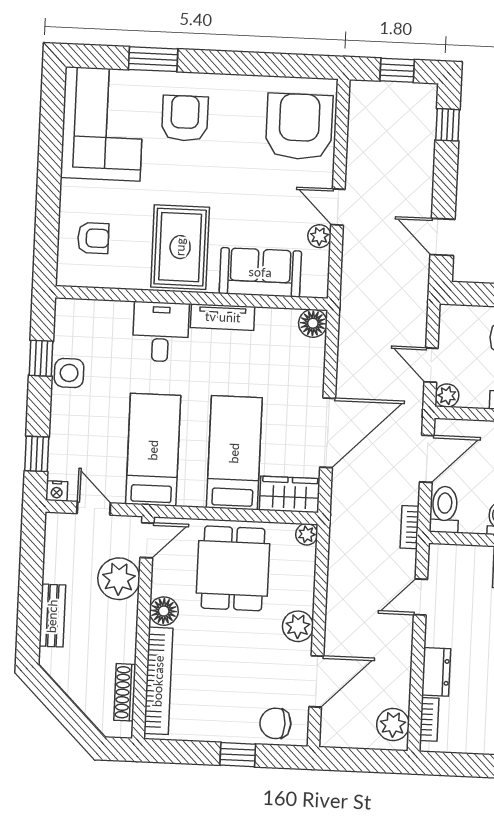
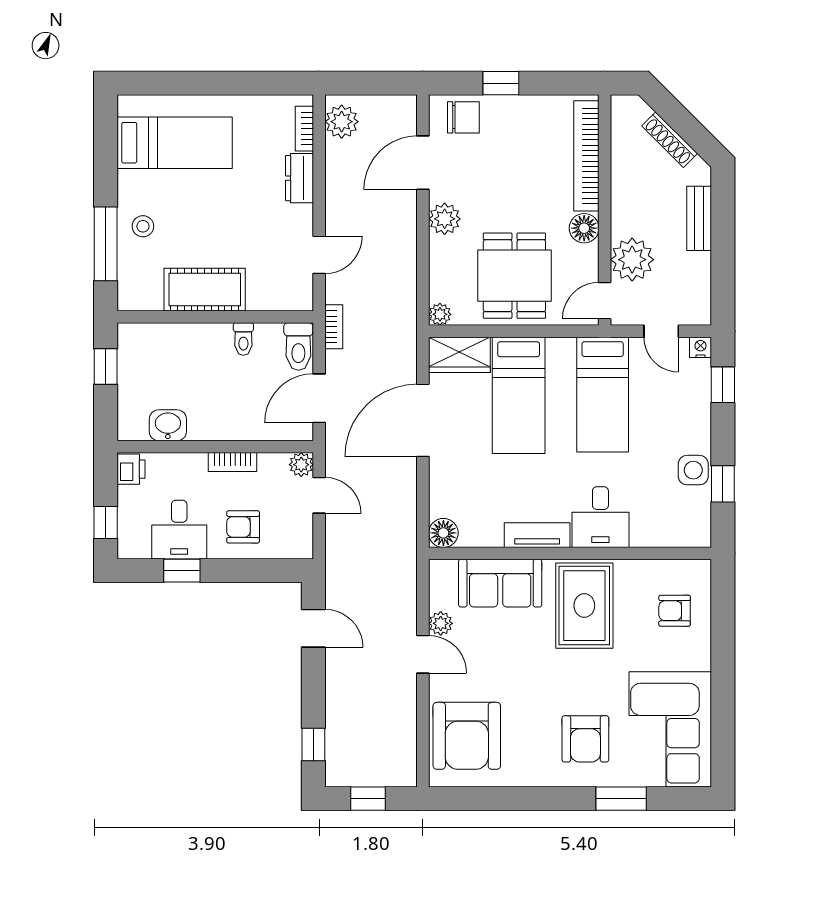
shoe rack: (125, 692) -> (670, 140), moved, turned 135

